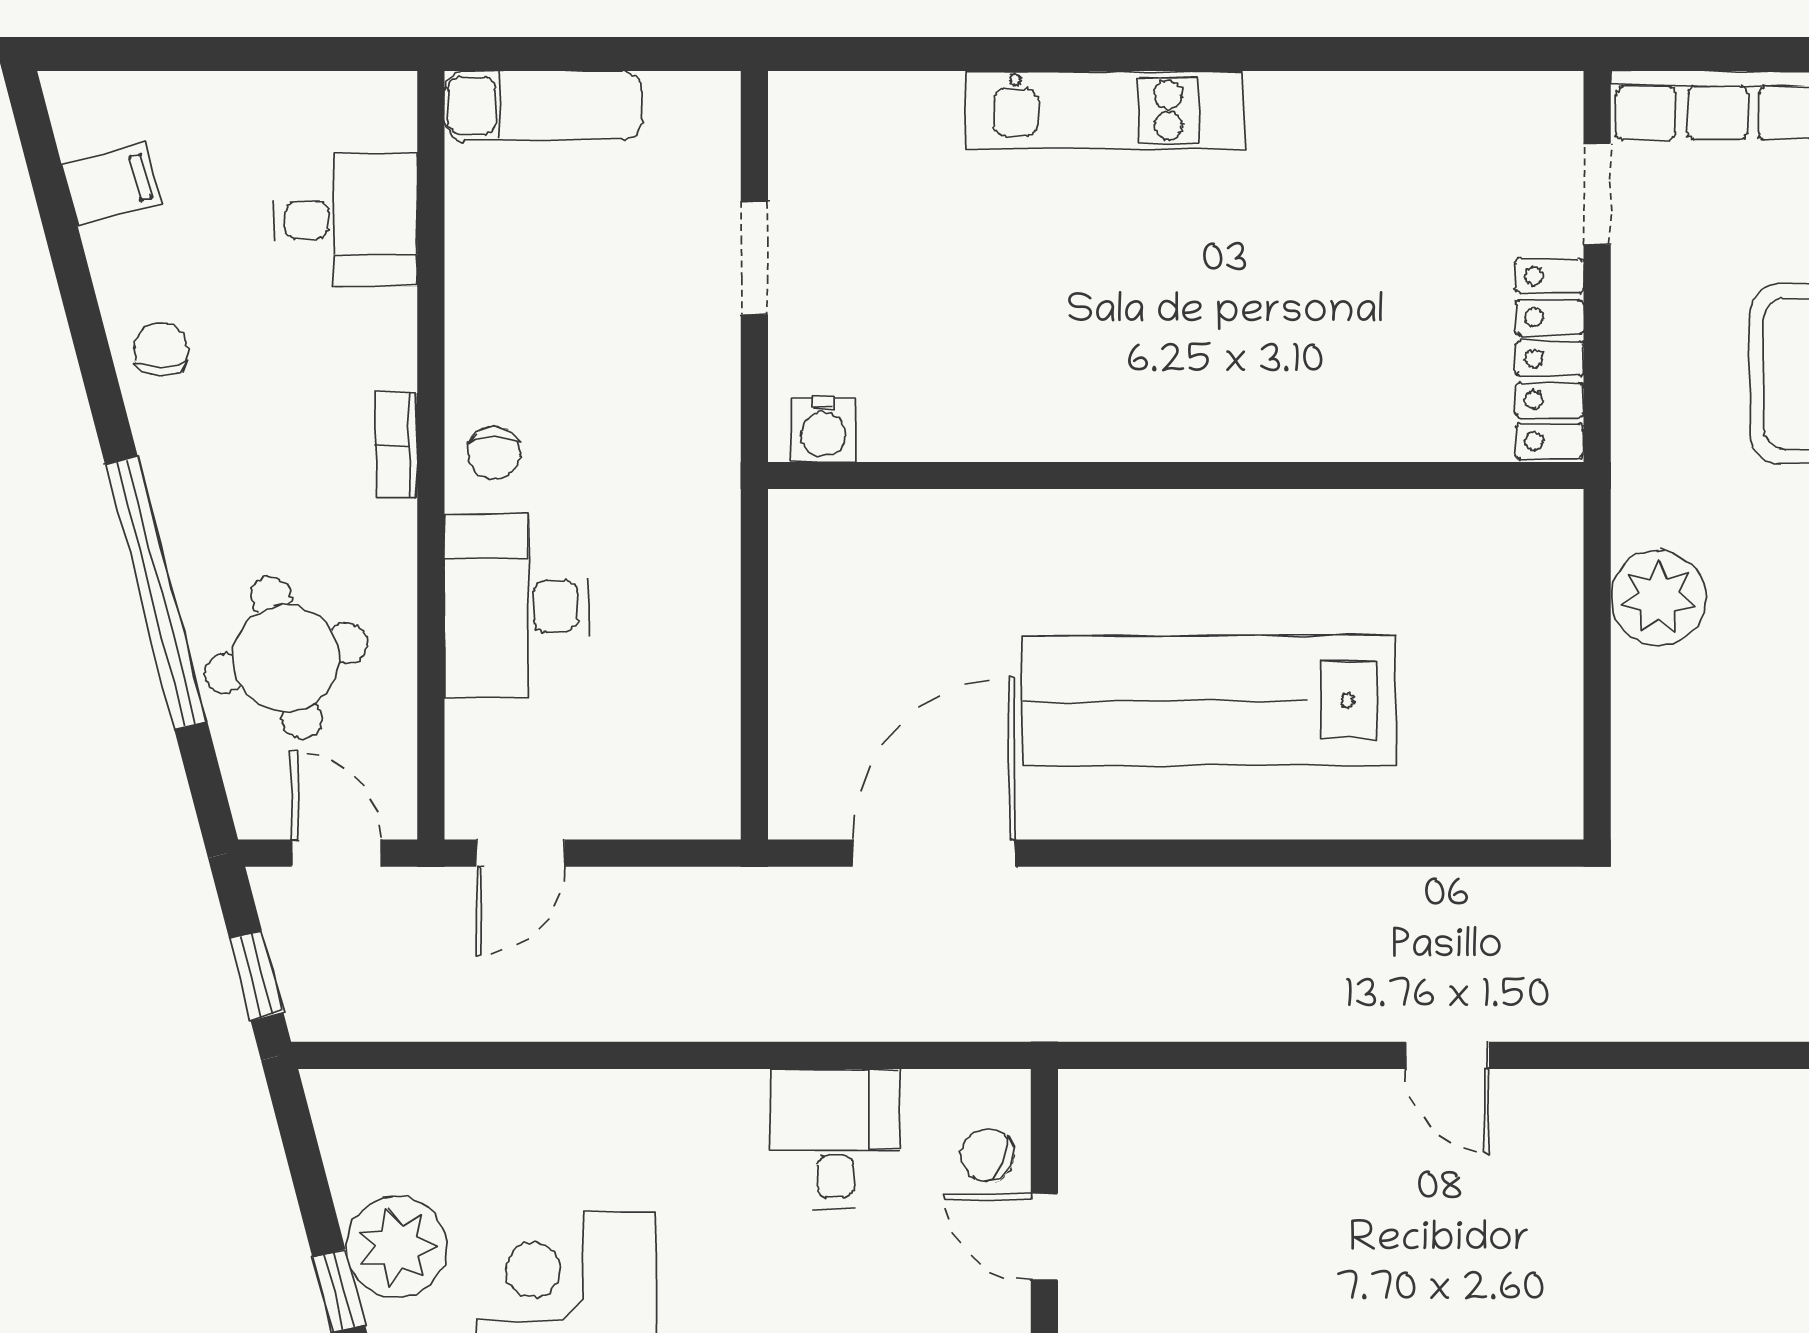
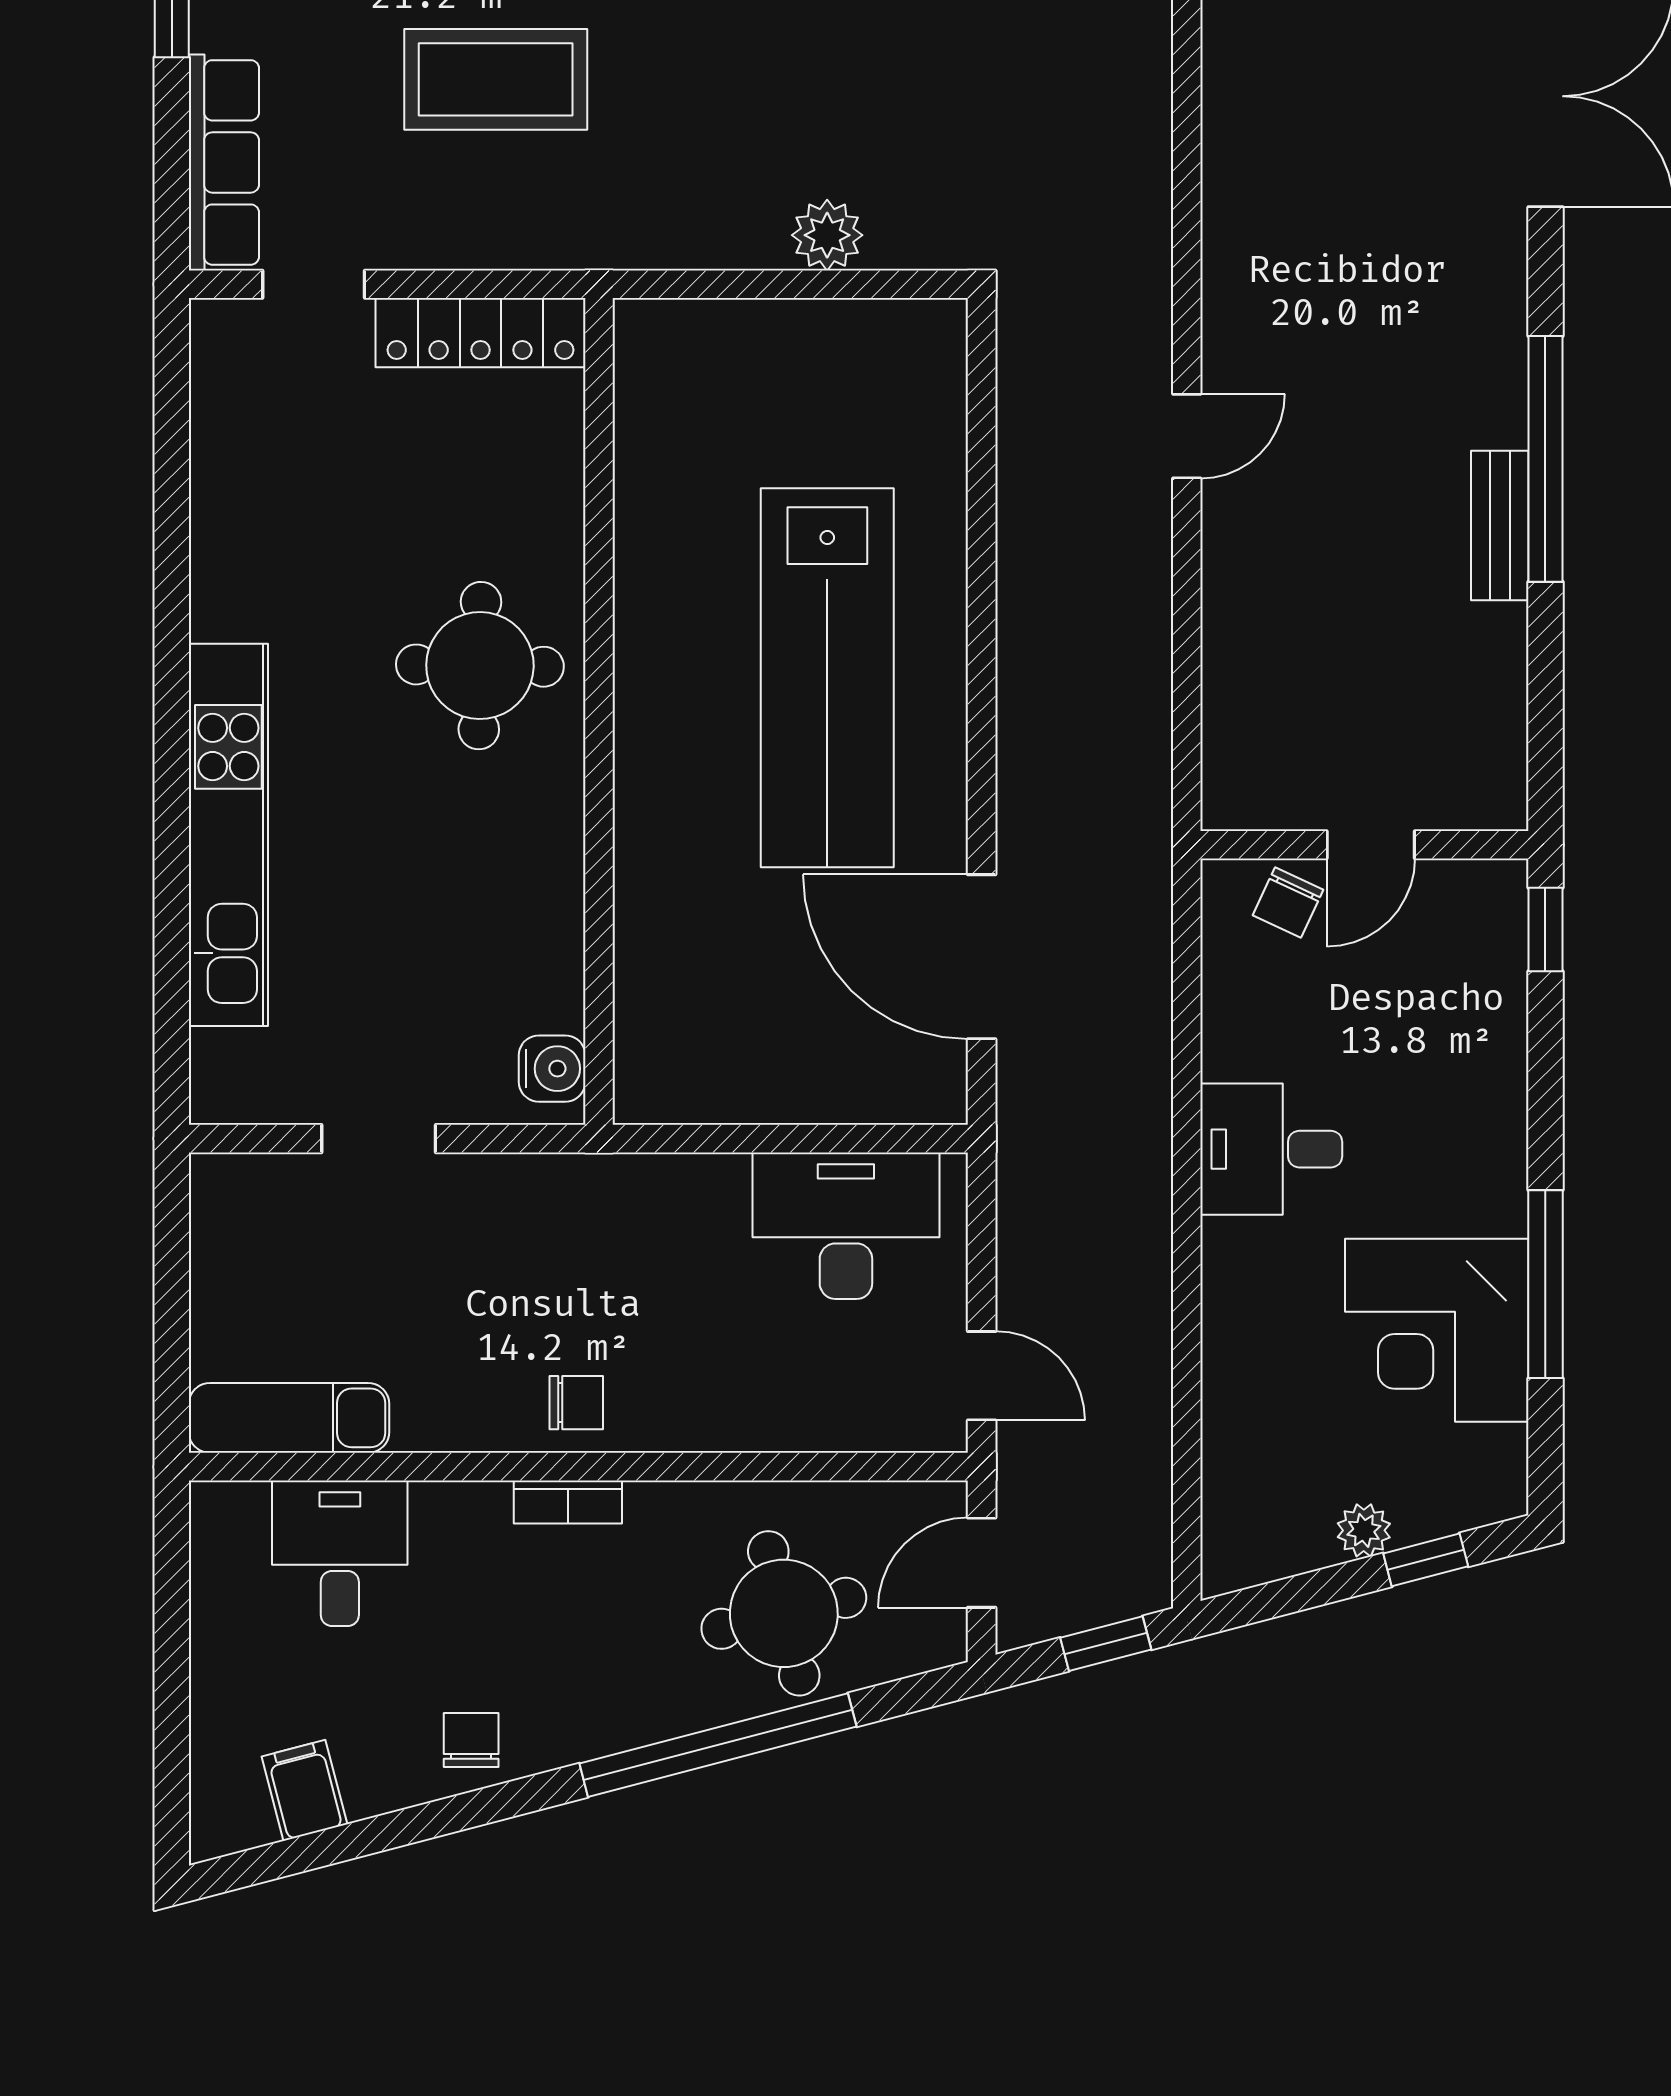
exam couch: (543, 106) -> (289, 1418), moved, turned -90
kitchen unit: (1104, 110) -> (228, 835), width x1.36
chair: (161, 349) -> (471, 1740), turned 90
round table: (1221, 358) -> (480, 666), added
plant: (1658, 598) -> (827, 235), moved, width x0.73, depth x0.73
desk: (517, 606) -> (846, 1226), moved, turned 180
desk: (835, 1139) -> (1271, 1149), moved
plant: (397, 1247) -> (1364, 1530), width x0.53, depth x0.53

